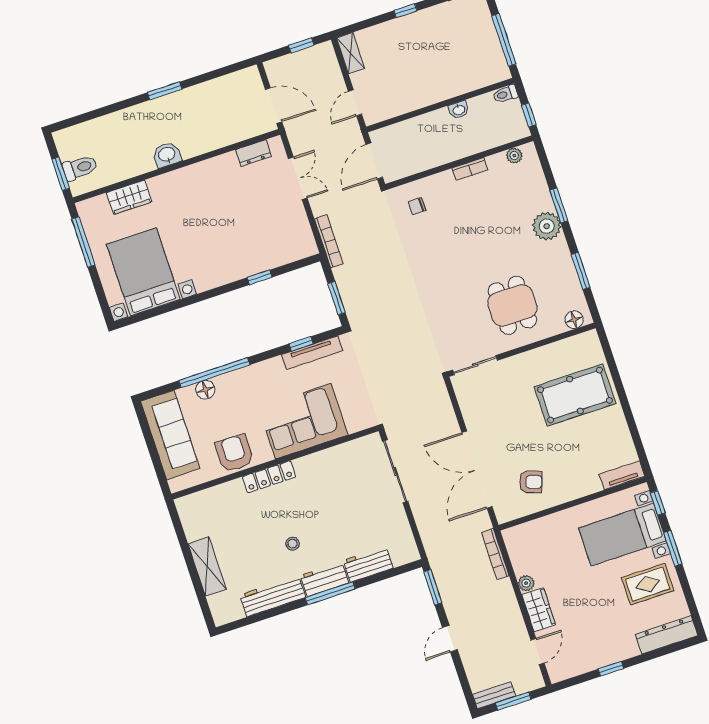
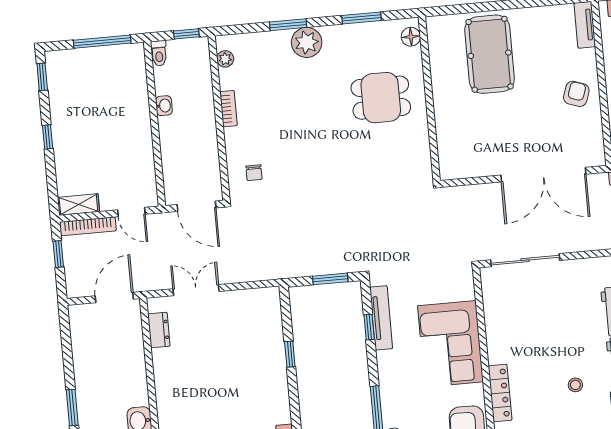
bookcase: (329, 241) -> (88, 226), moved, turned 180
sliding door: (475, 365) -> (434, 151), removed
armchair: (531, 482) -> (576, 94), moved

